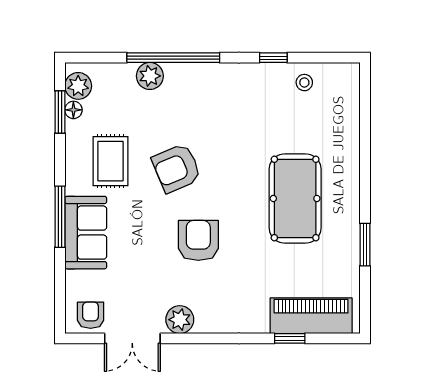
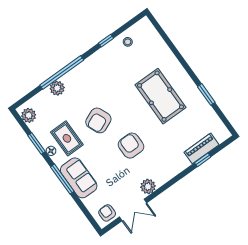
floor lamp: (73, 110) -> (51, 151), moved
window: (60, 112) -> (37, 143), moved
piano: (311, 316) -> (202, 148), width x0.73, depth x0.75

